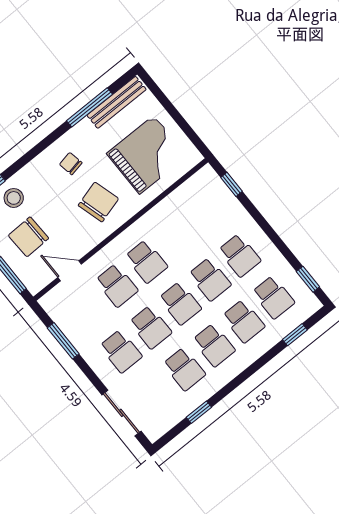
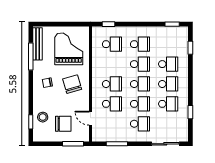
chair: (28, 237) -> (63, 124), turned -88
door: (70, 271) -> (91, 118), hinge flipped
school desk: (273, 297) -> (112, 44), moved

